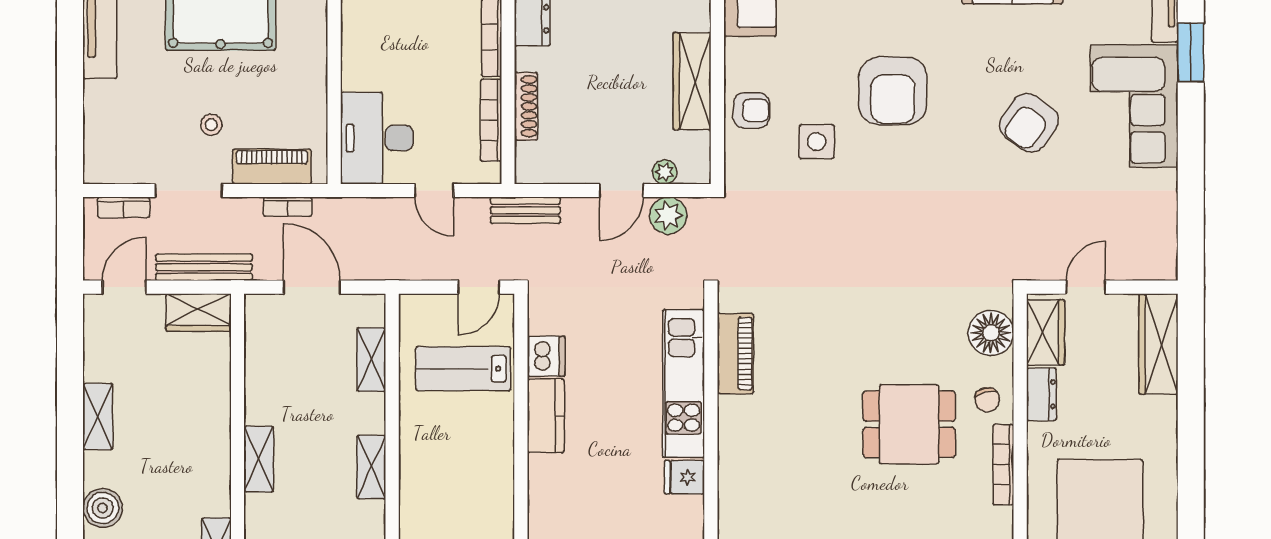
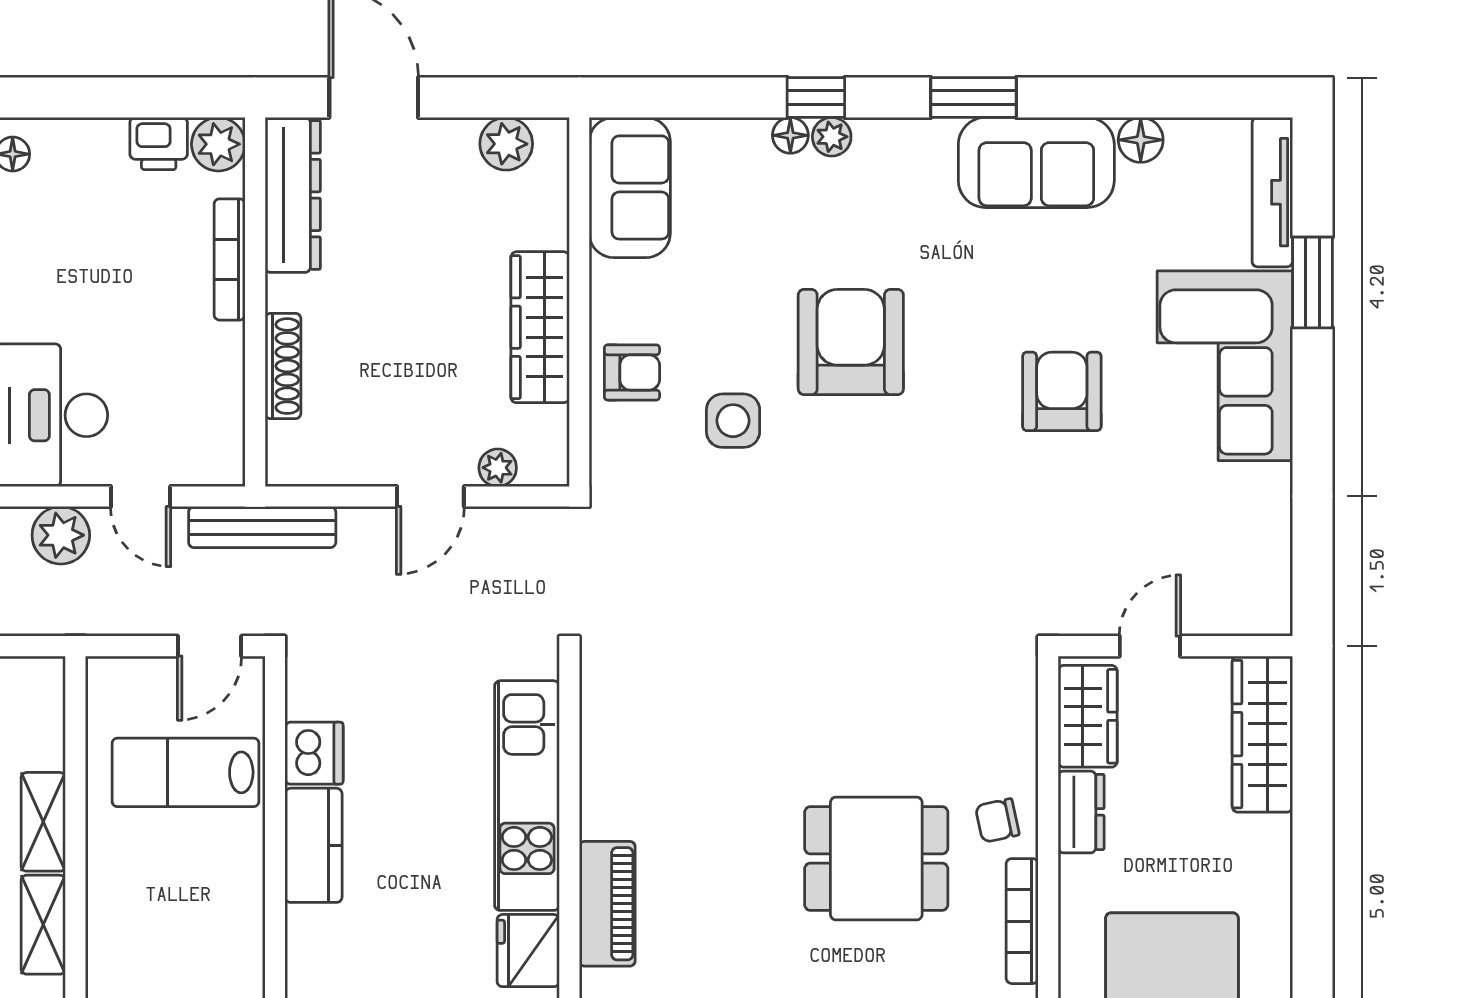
armchair: (893, 91) -> (851, 342), turned 180
bookcase: (491, 120) -> (229, 388), removed
armchair: (1029, 123) -> (1062, 391), turned 145
bench: (525, 210) -> (262, 527), width x1.36
plant: (668, 216) -> (61, 535), moved
floor lamp: (991, 333) -> (1003, 717), removed
piano: (735, 354) -> (607, 904), moved
shelving: (371, 359) -> (43, 822), moved
chair: (987, 400) -> (997, 820), turned 91
fridge: (684, 477) -> (528, 951), width x1.38

